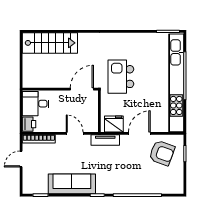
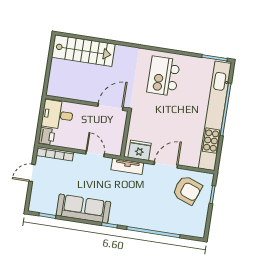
kitchen island: (121, 77) -> (164, 76), moved

